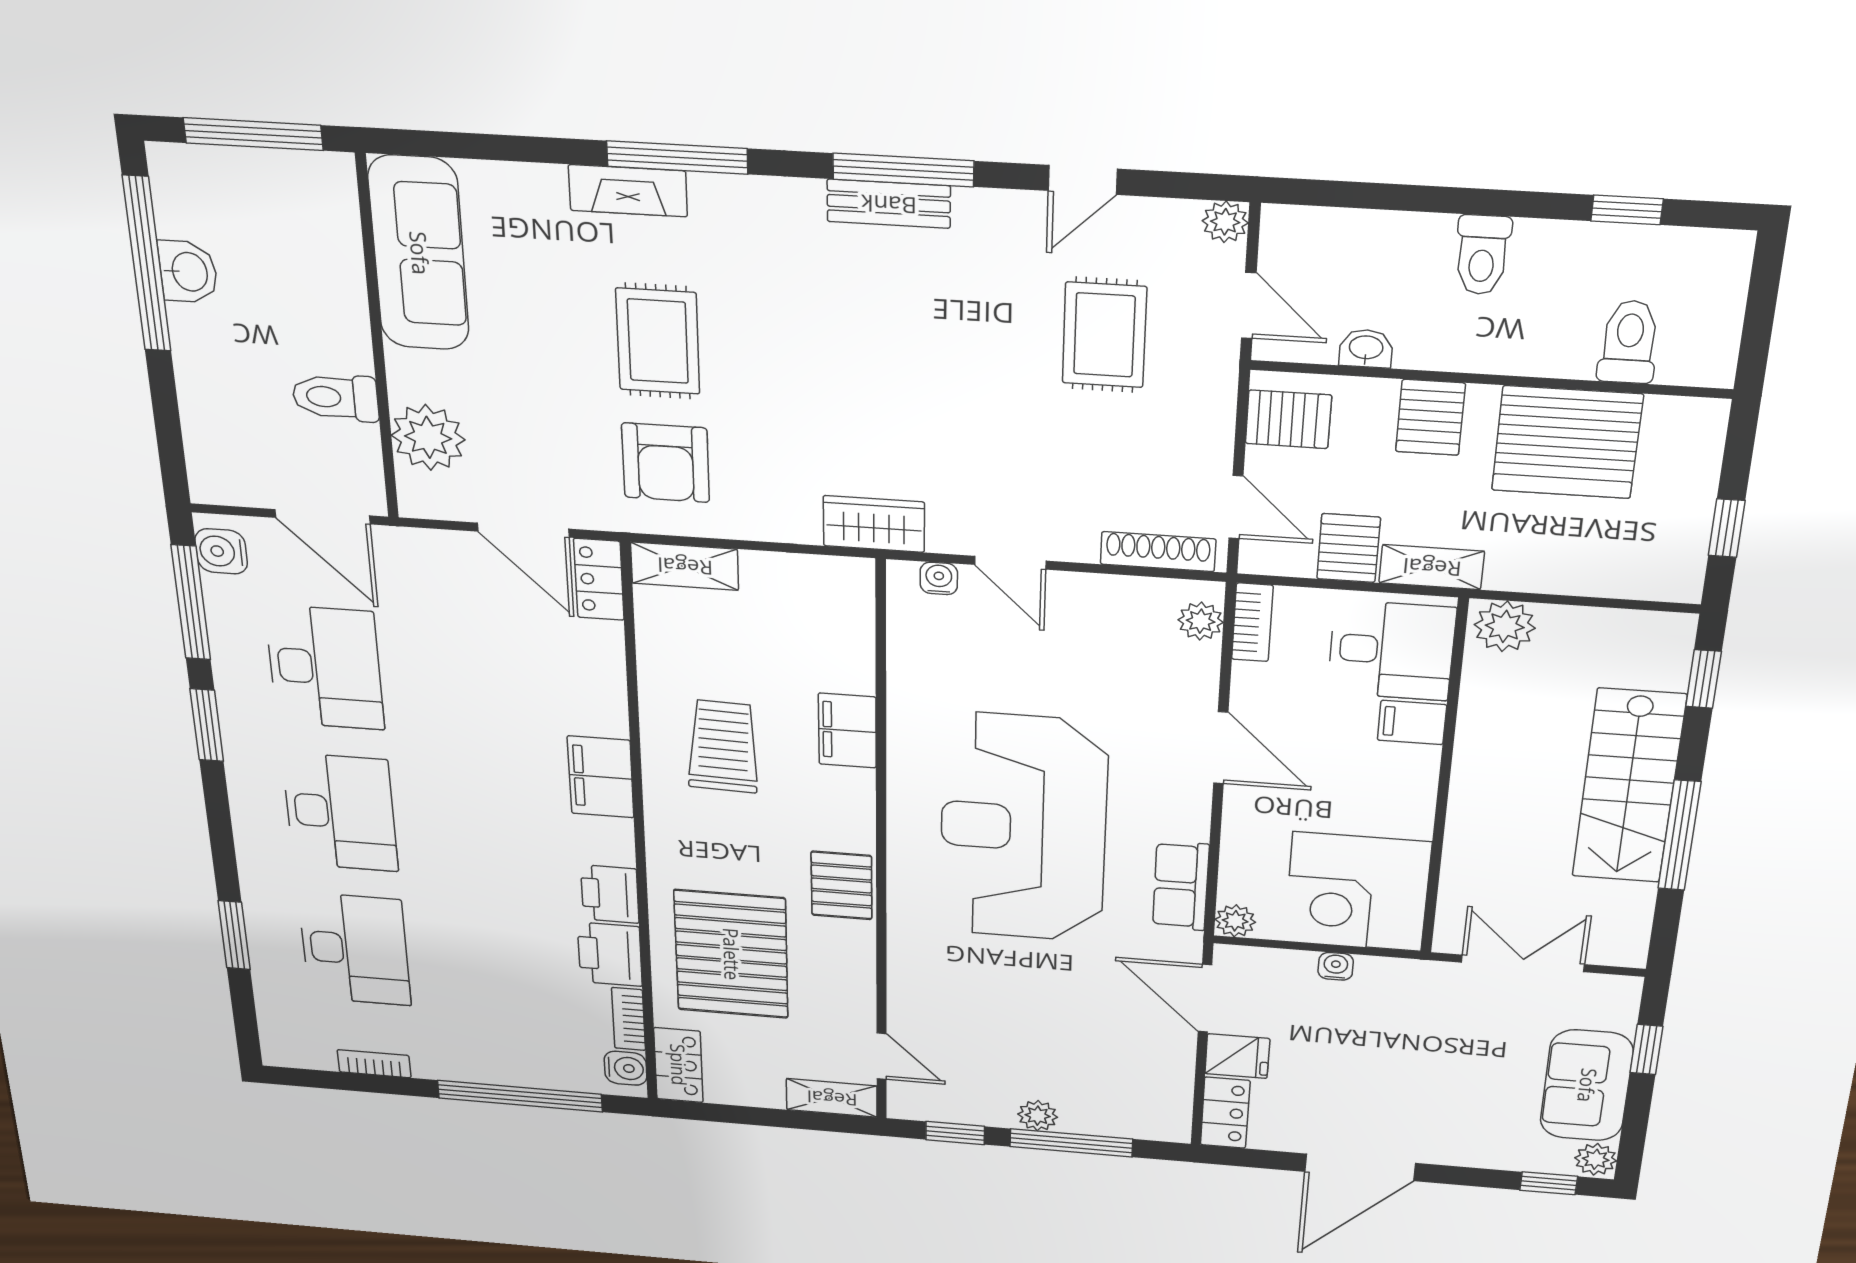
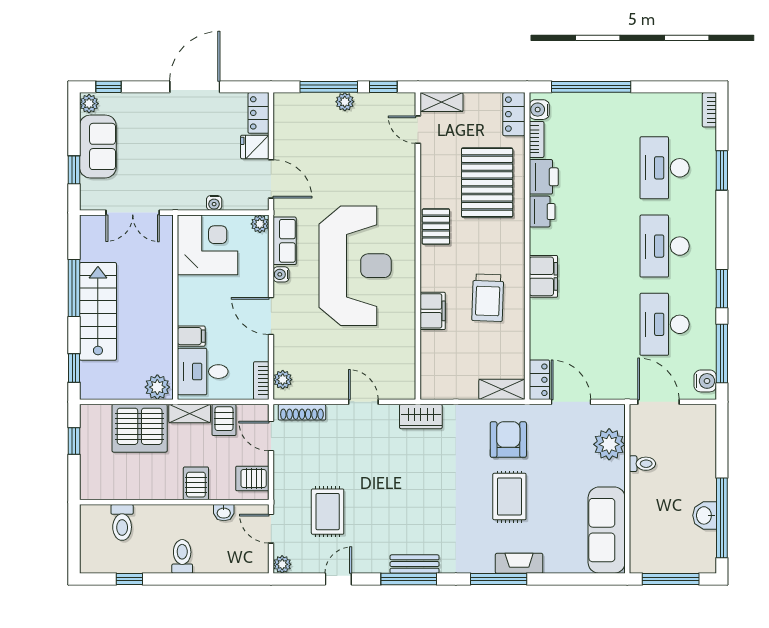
toilet: (335, 397) -> (642, 464), width x0.73, depth x0.72
server rack: (1567, 442) -> (140, 428), moved, turned 180
water cooler: (939, 578) -> (281, 274), moved, turned 90
bookcase: (374, 1064) -> (709, 110), moved, turned 90

